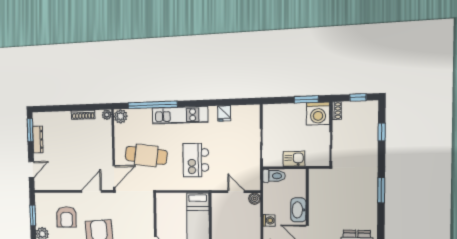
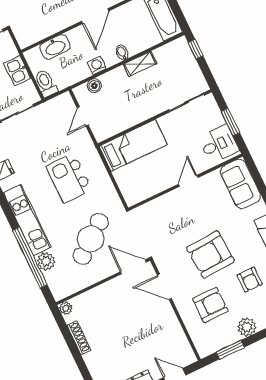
plant: (121, 116) -> (46, 261), moved
cafe table: (146, 155) -> (91, 239), turned 45
kitchen island: (196, 160) -> (69, 178), turned 90
boiler: (255, 199) -> (94, 86), moved
washbasin: (298, 210) -> (55, 47), moved

